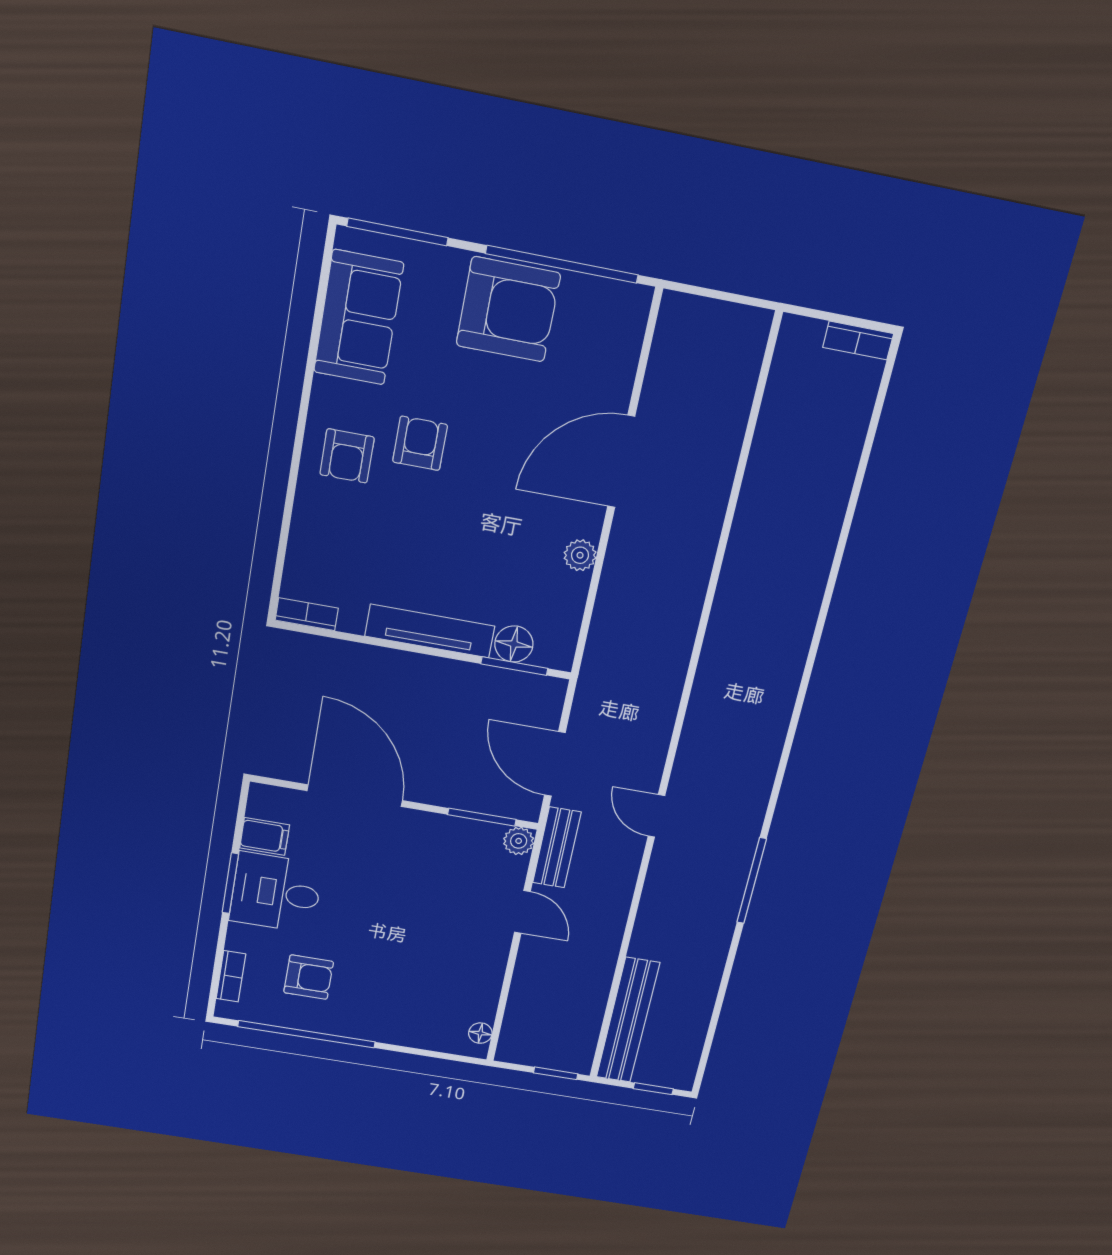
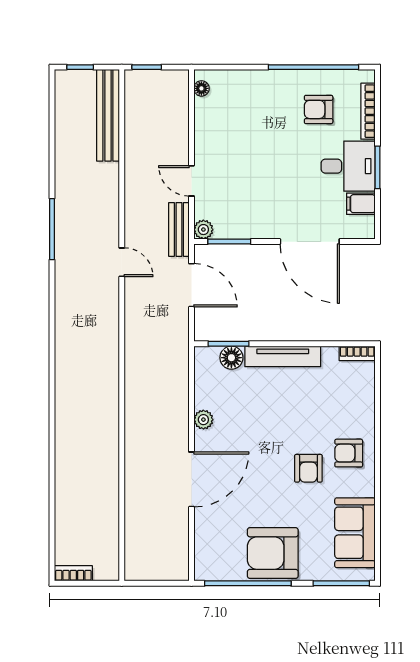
armchair: (347, 456) -> (349, 453), turned -90
bookcase: (231, 976) -> (368, 111), width x1.56

